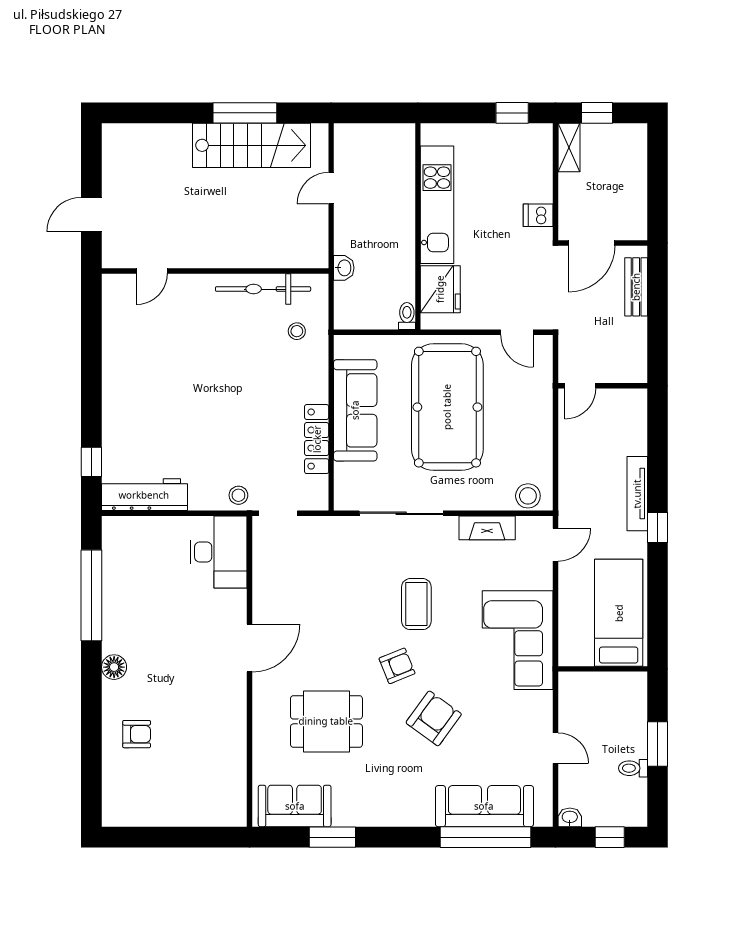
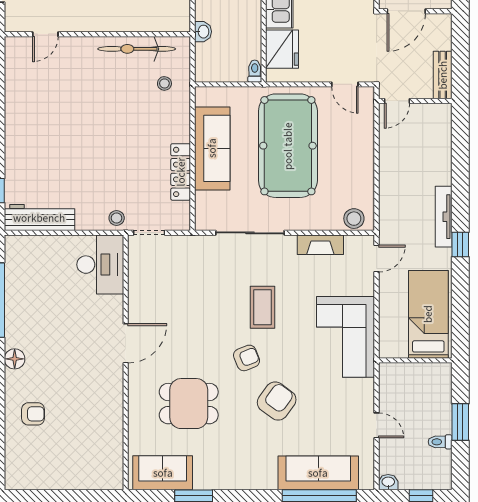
bench: (636, 287) -> (443, 75), moved
door: (580, 386) -> (397, 101), moved
wall: (603, 386) -> (415, 101), moved

